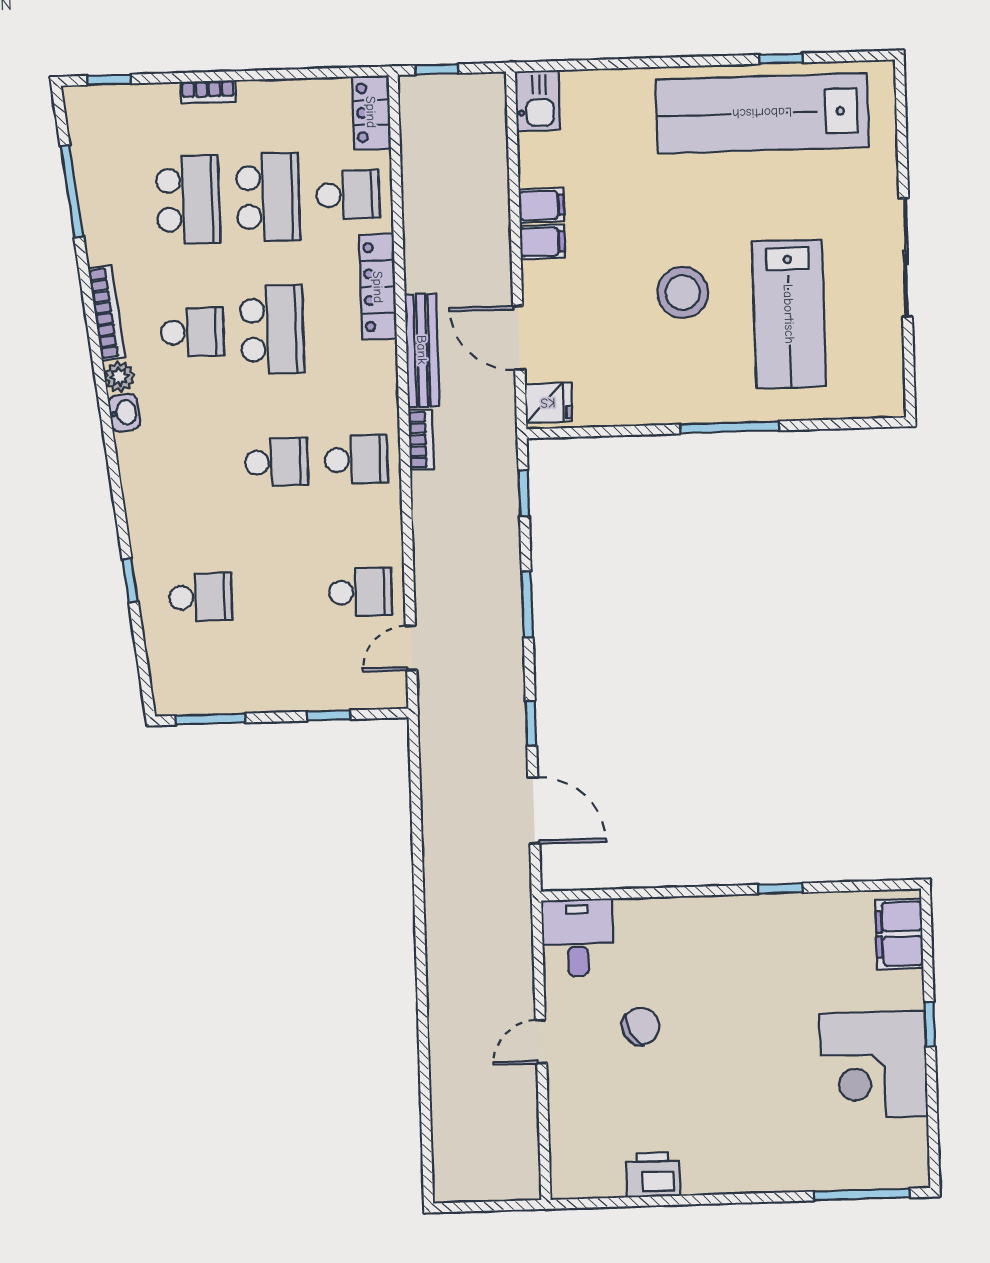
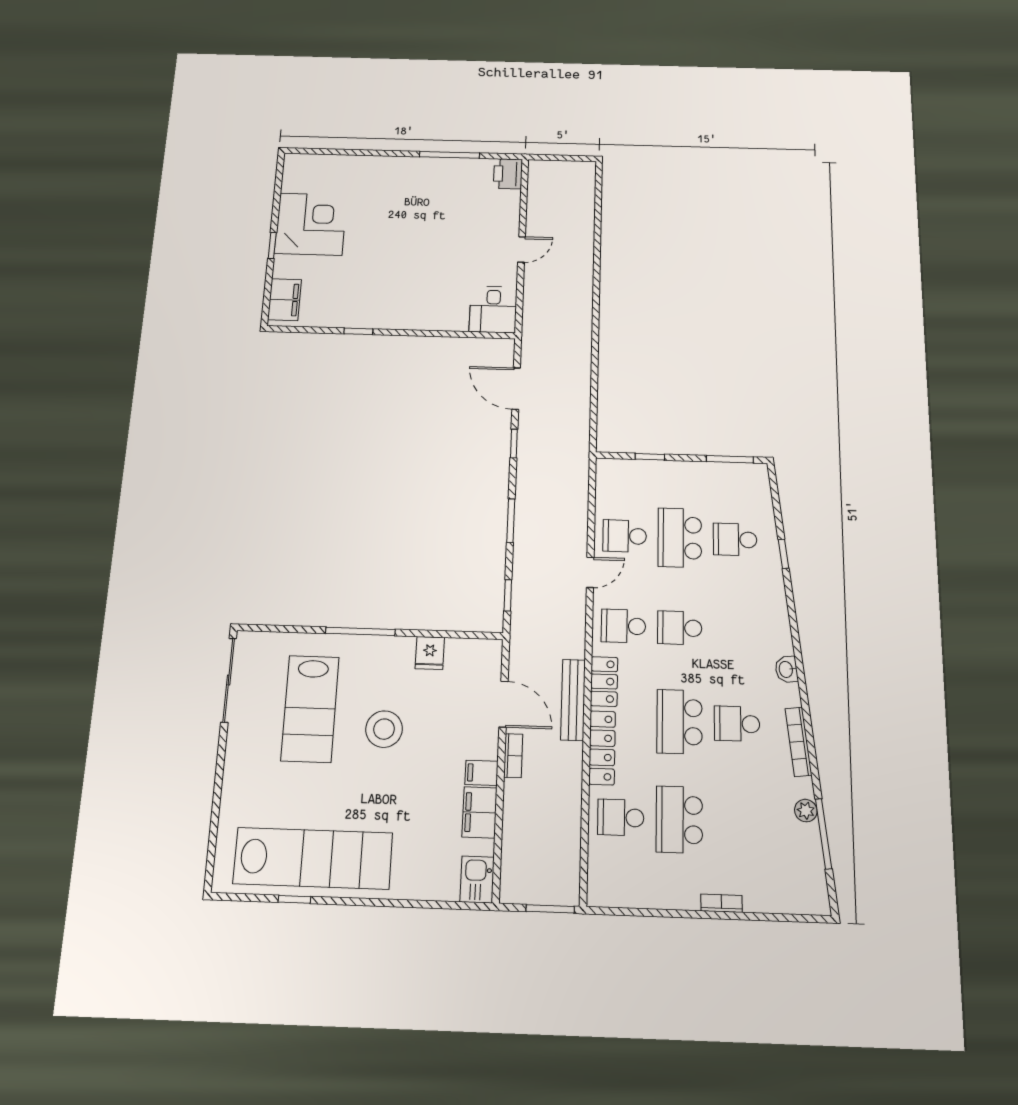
window: (437, 69) -> (550, 909), width x1.50
window: (109, 80) -> (795, 918), removed
locker: (371, 112) -> (604, 681), moved
school desk: (188, 200) -> (680, 538), moved
filing cabinet: (542, 205) -> (480, 812), width x2.00
sliding door: (906, 257) -> (229, 680), moved
lab bench: (789, 314) -> (310, 709), turned 180
plant: (119, 377) -> (806, 811), moved
fridge: (548, 403) -> (430, 653), moved, turned -90
bookcase: (421, 440) -> (513, 756), moved, turned 180
door: (411, 648) -> (590, 572), moved
chair: (641, 1026) -> (457, 255), removed
printer: (653, 1175) -> (508, 174), moved, turned 90
window: (862, 1194) -> (449, 155), moved

